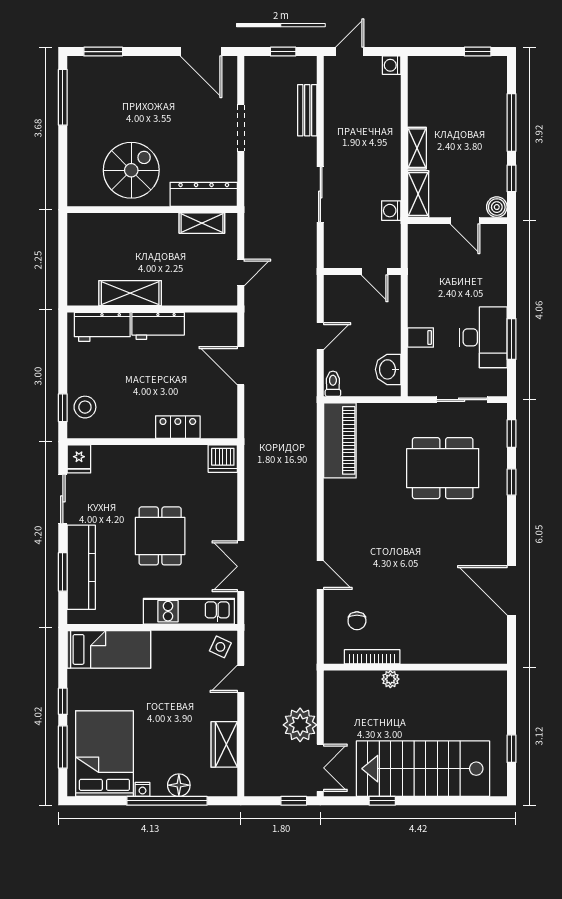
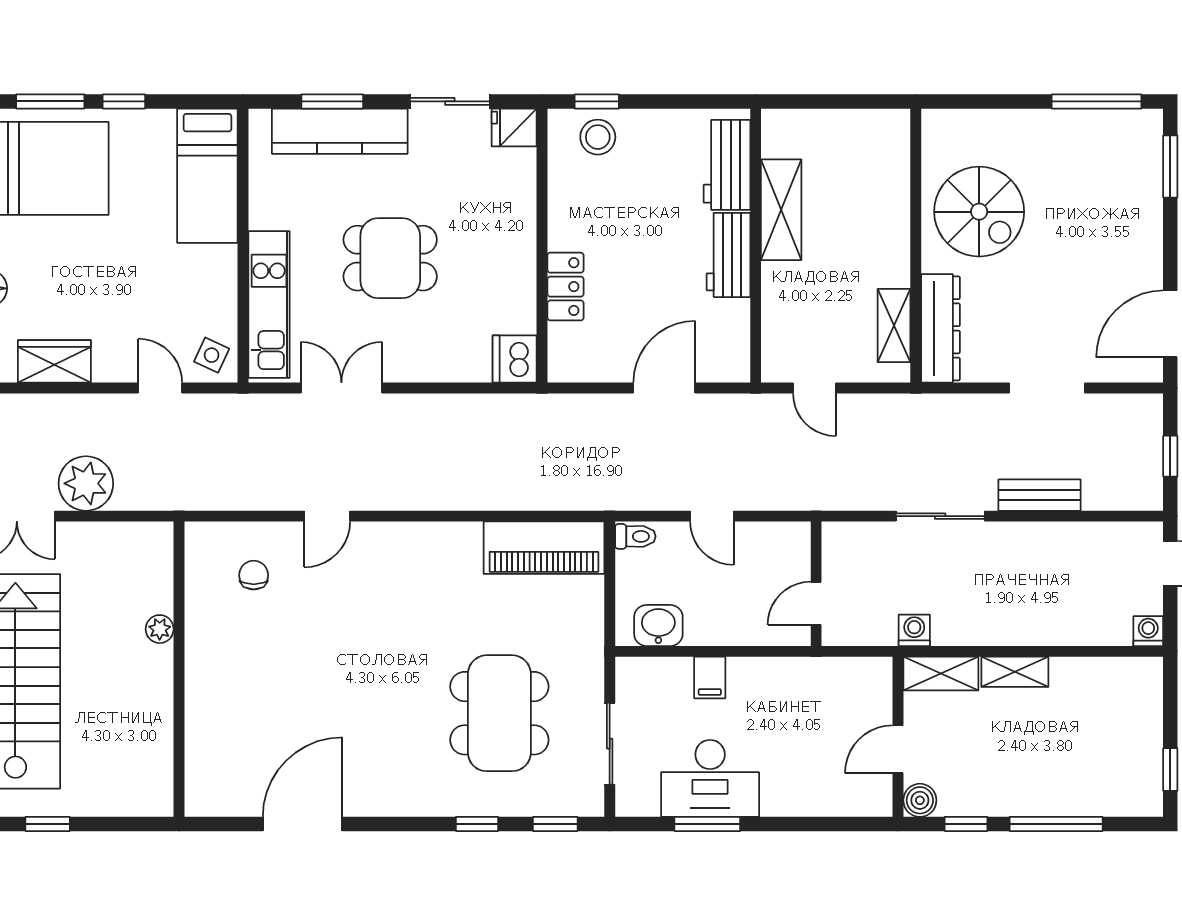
bench: (307, 110) -> (1040, 495), moved
chair: (357, 621) -> (254, 575), turned 90
bookcase: (372, 657) -> (196, 600), removed

